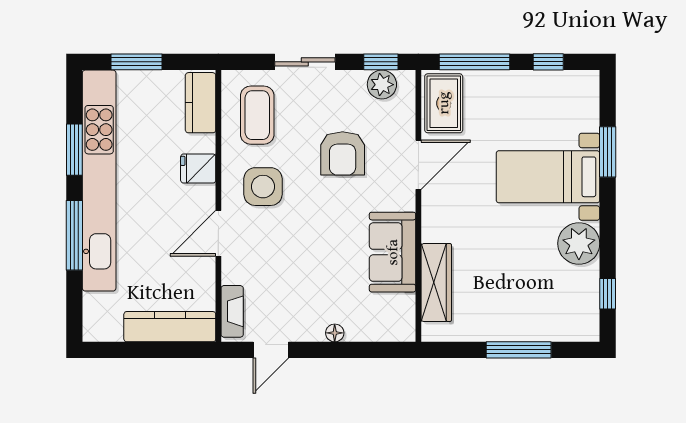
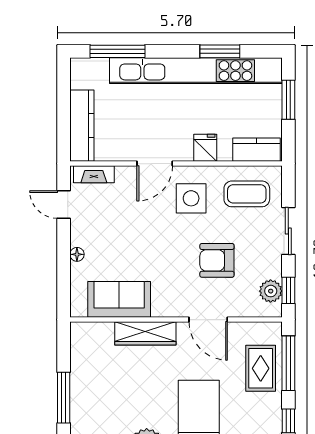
rug: (444, 103) -> (261, 368), moved, turned 90
door: (218, 233) -> (155, 164), swing flipped
window: (74, 235) -> (117, 51), moved
sofa: (393, 252) -> (119, 299), moved
wardrobe: (436, 283) -> (145, 333), moved

